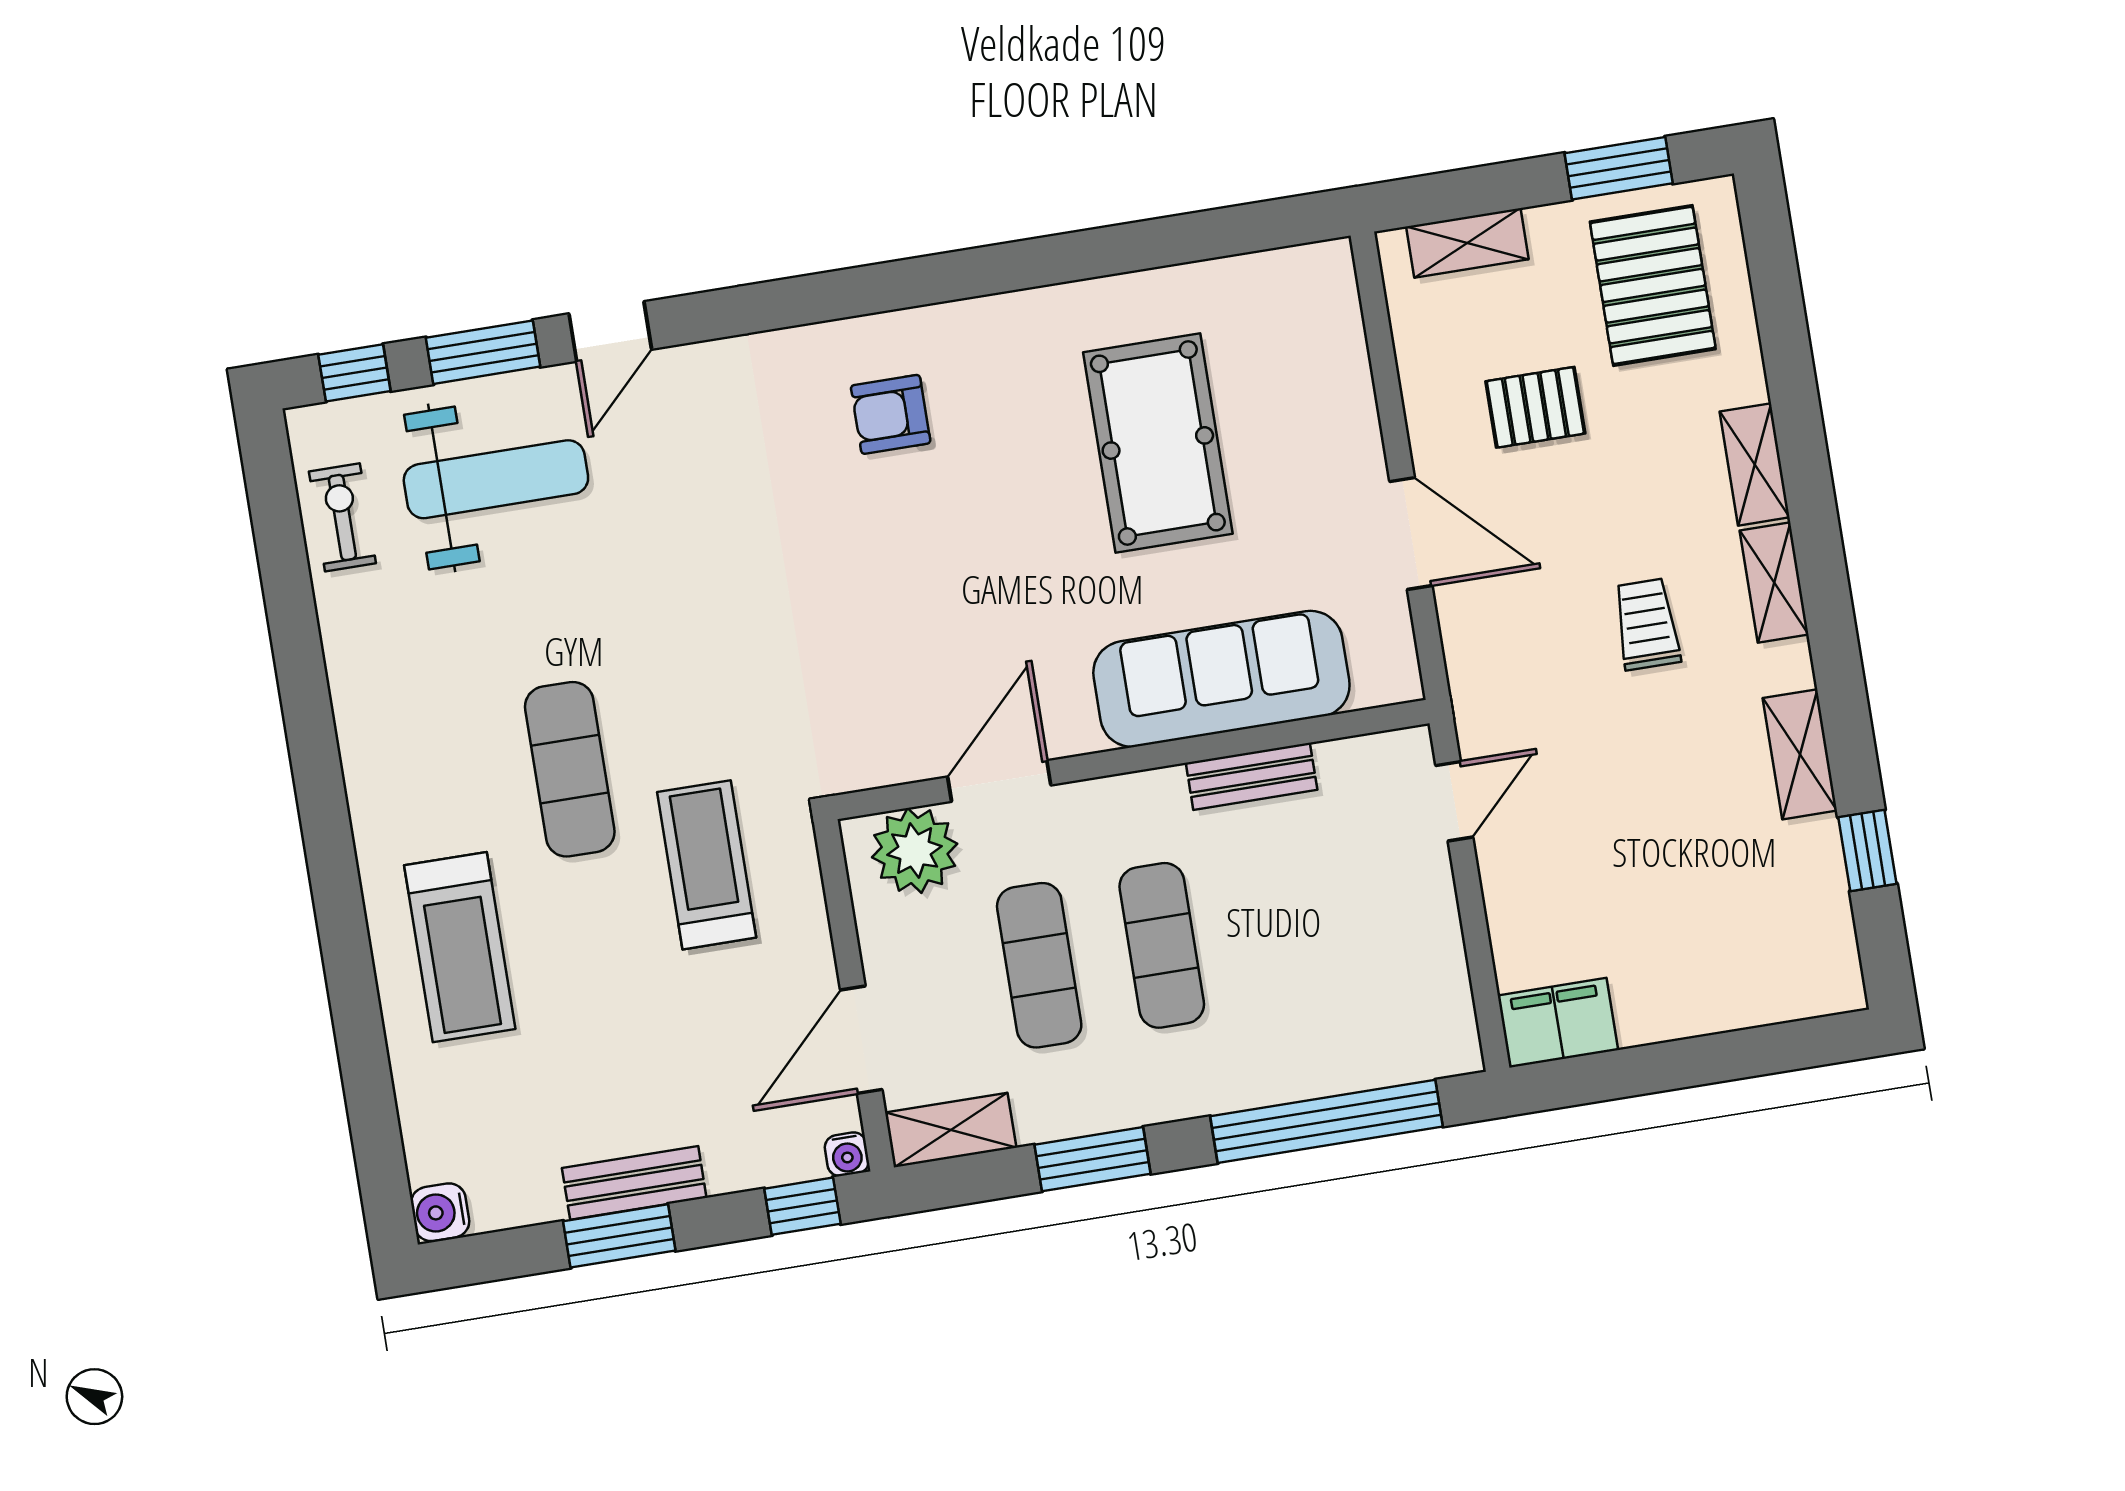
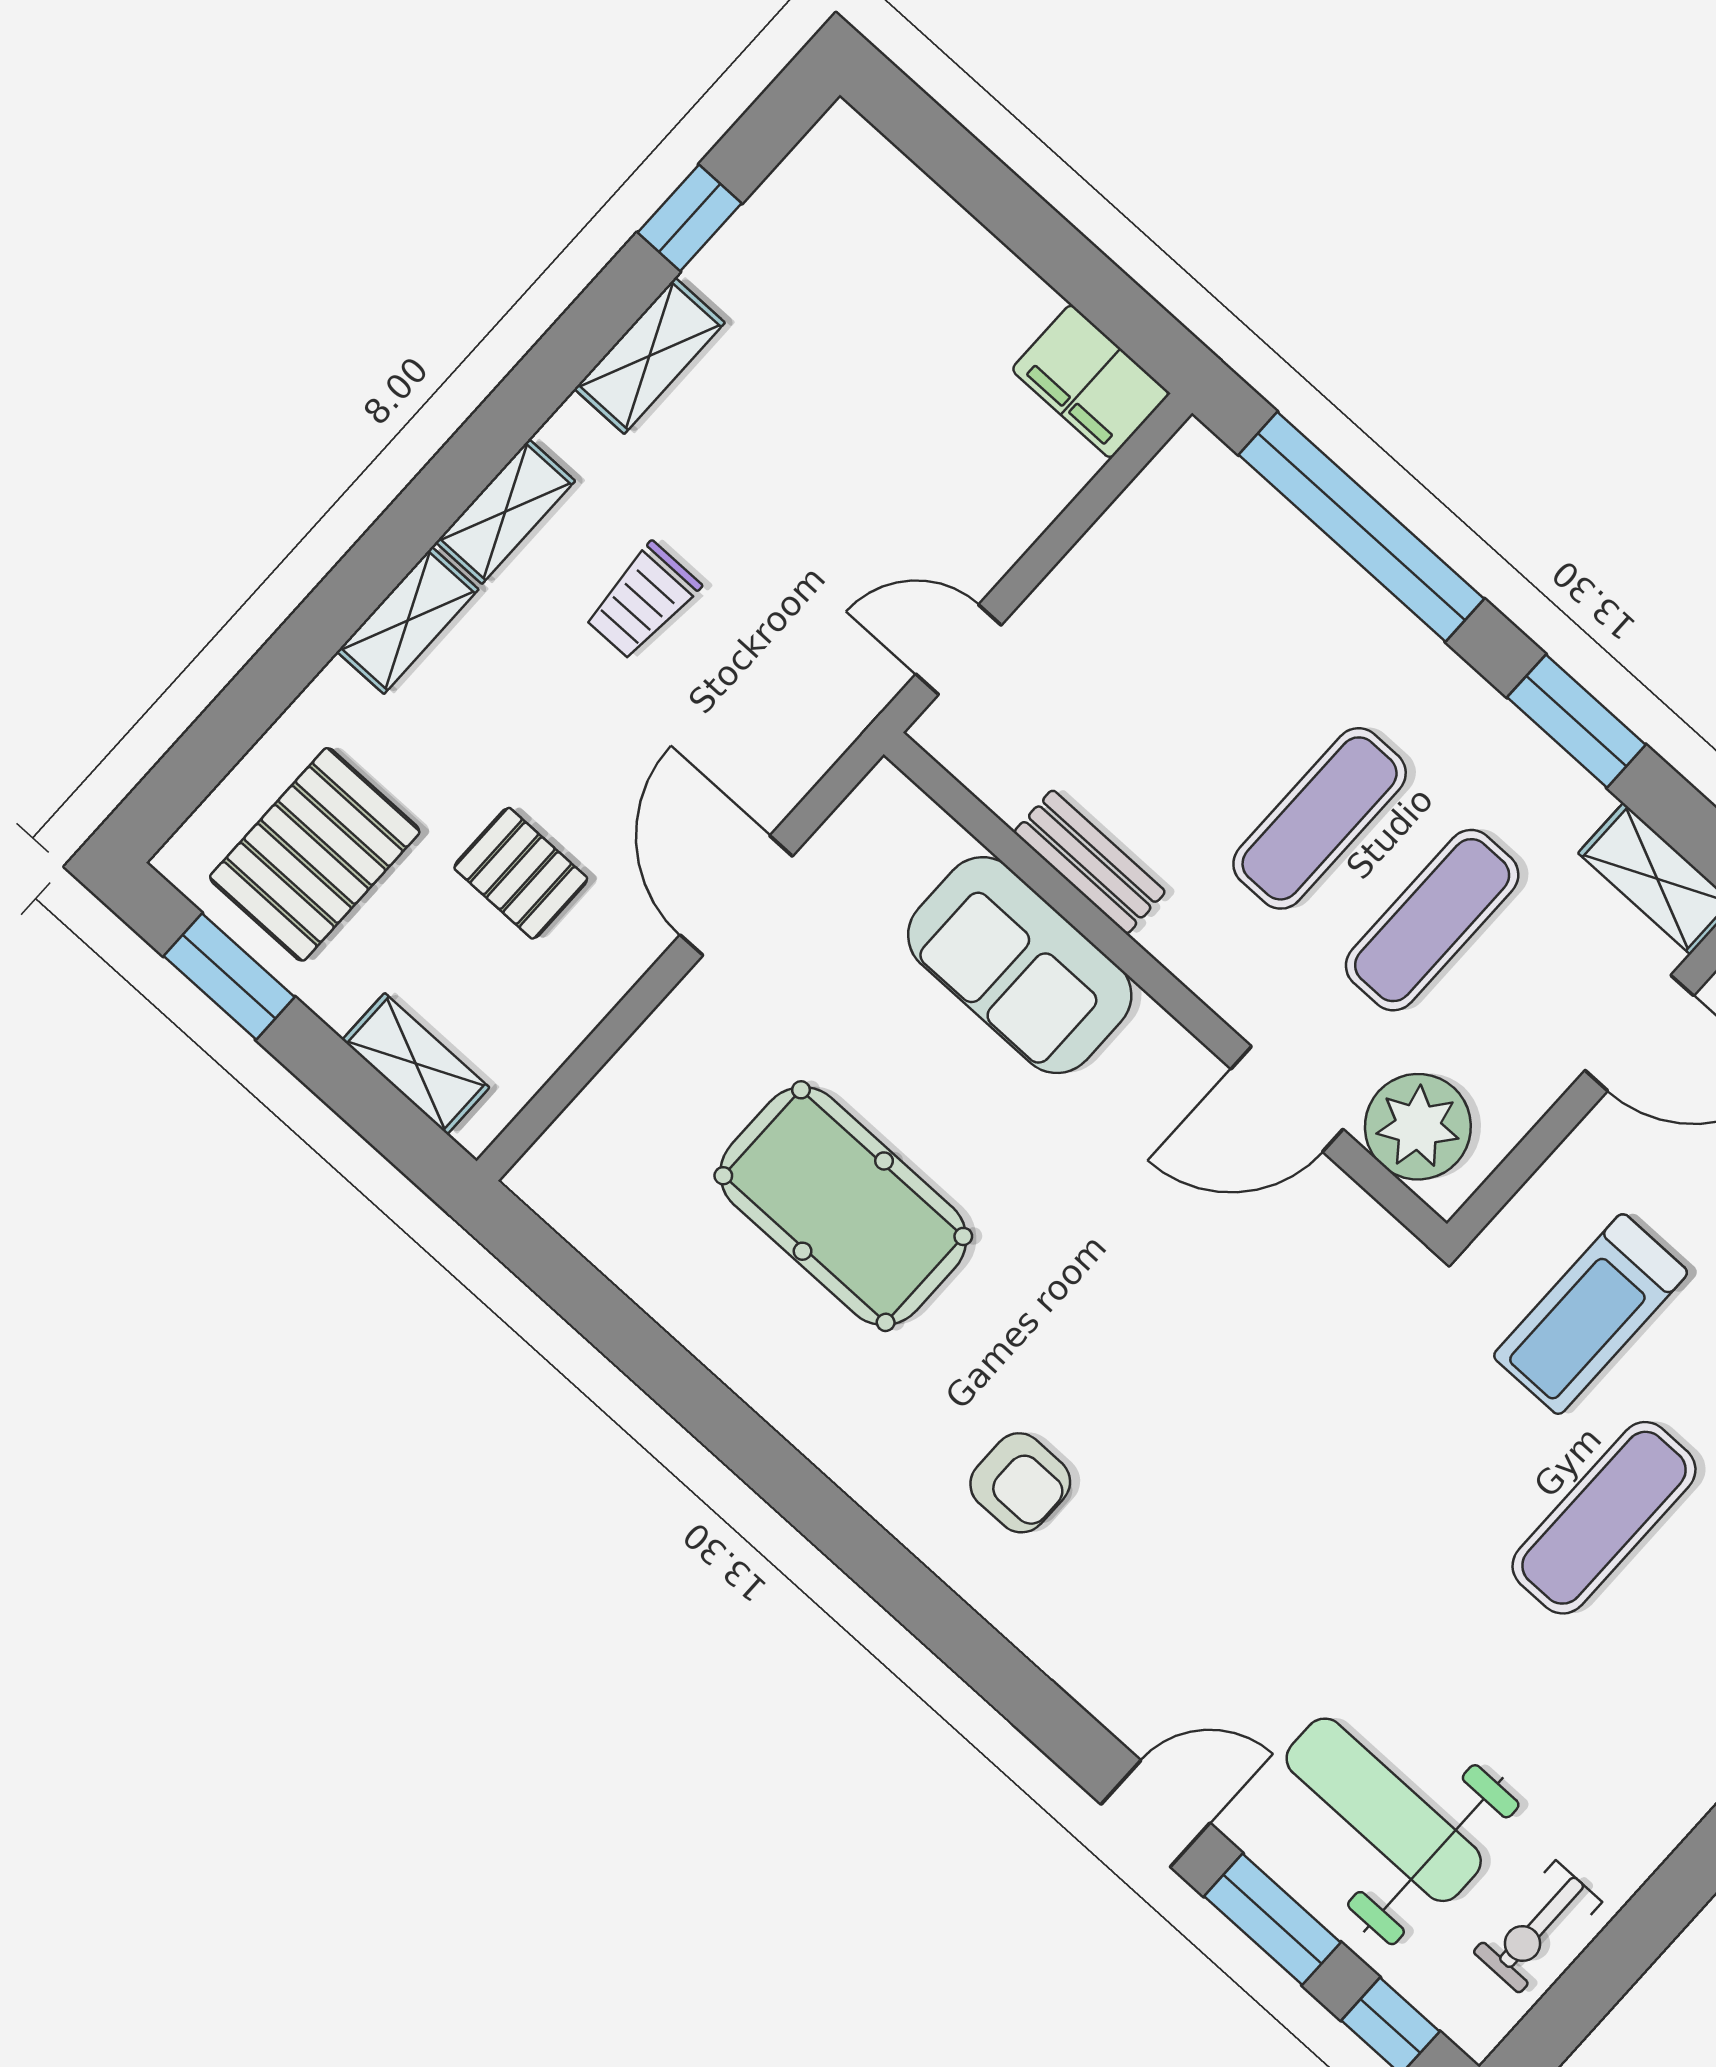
pool table: (1158, 443) -> (843, 1206), turned 90
sofa: (1221, 679) -> (1020, 965), width x0.73

